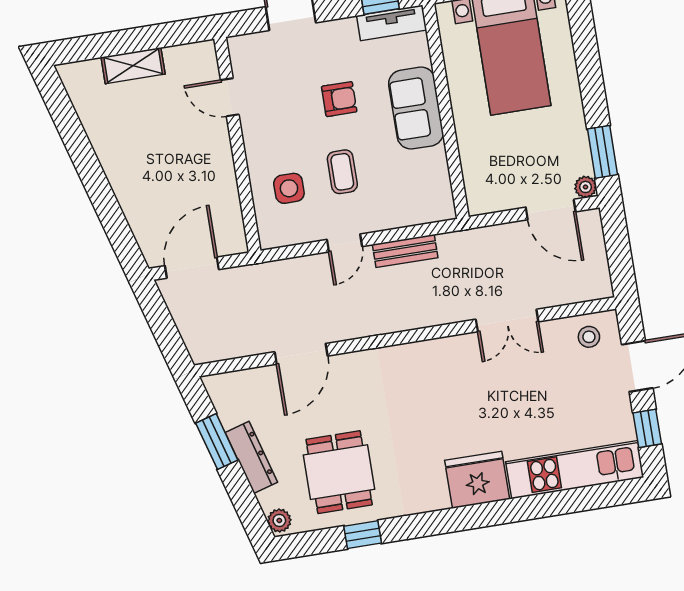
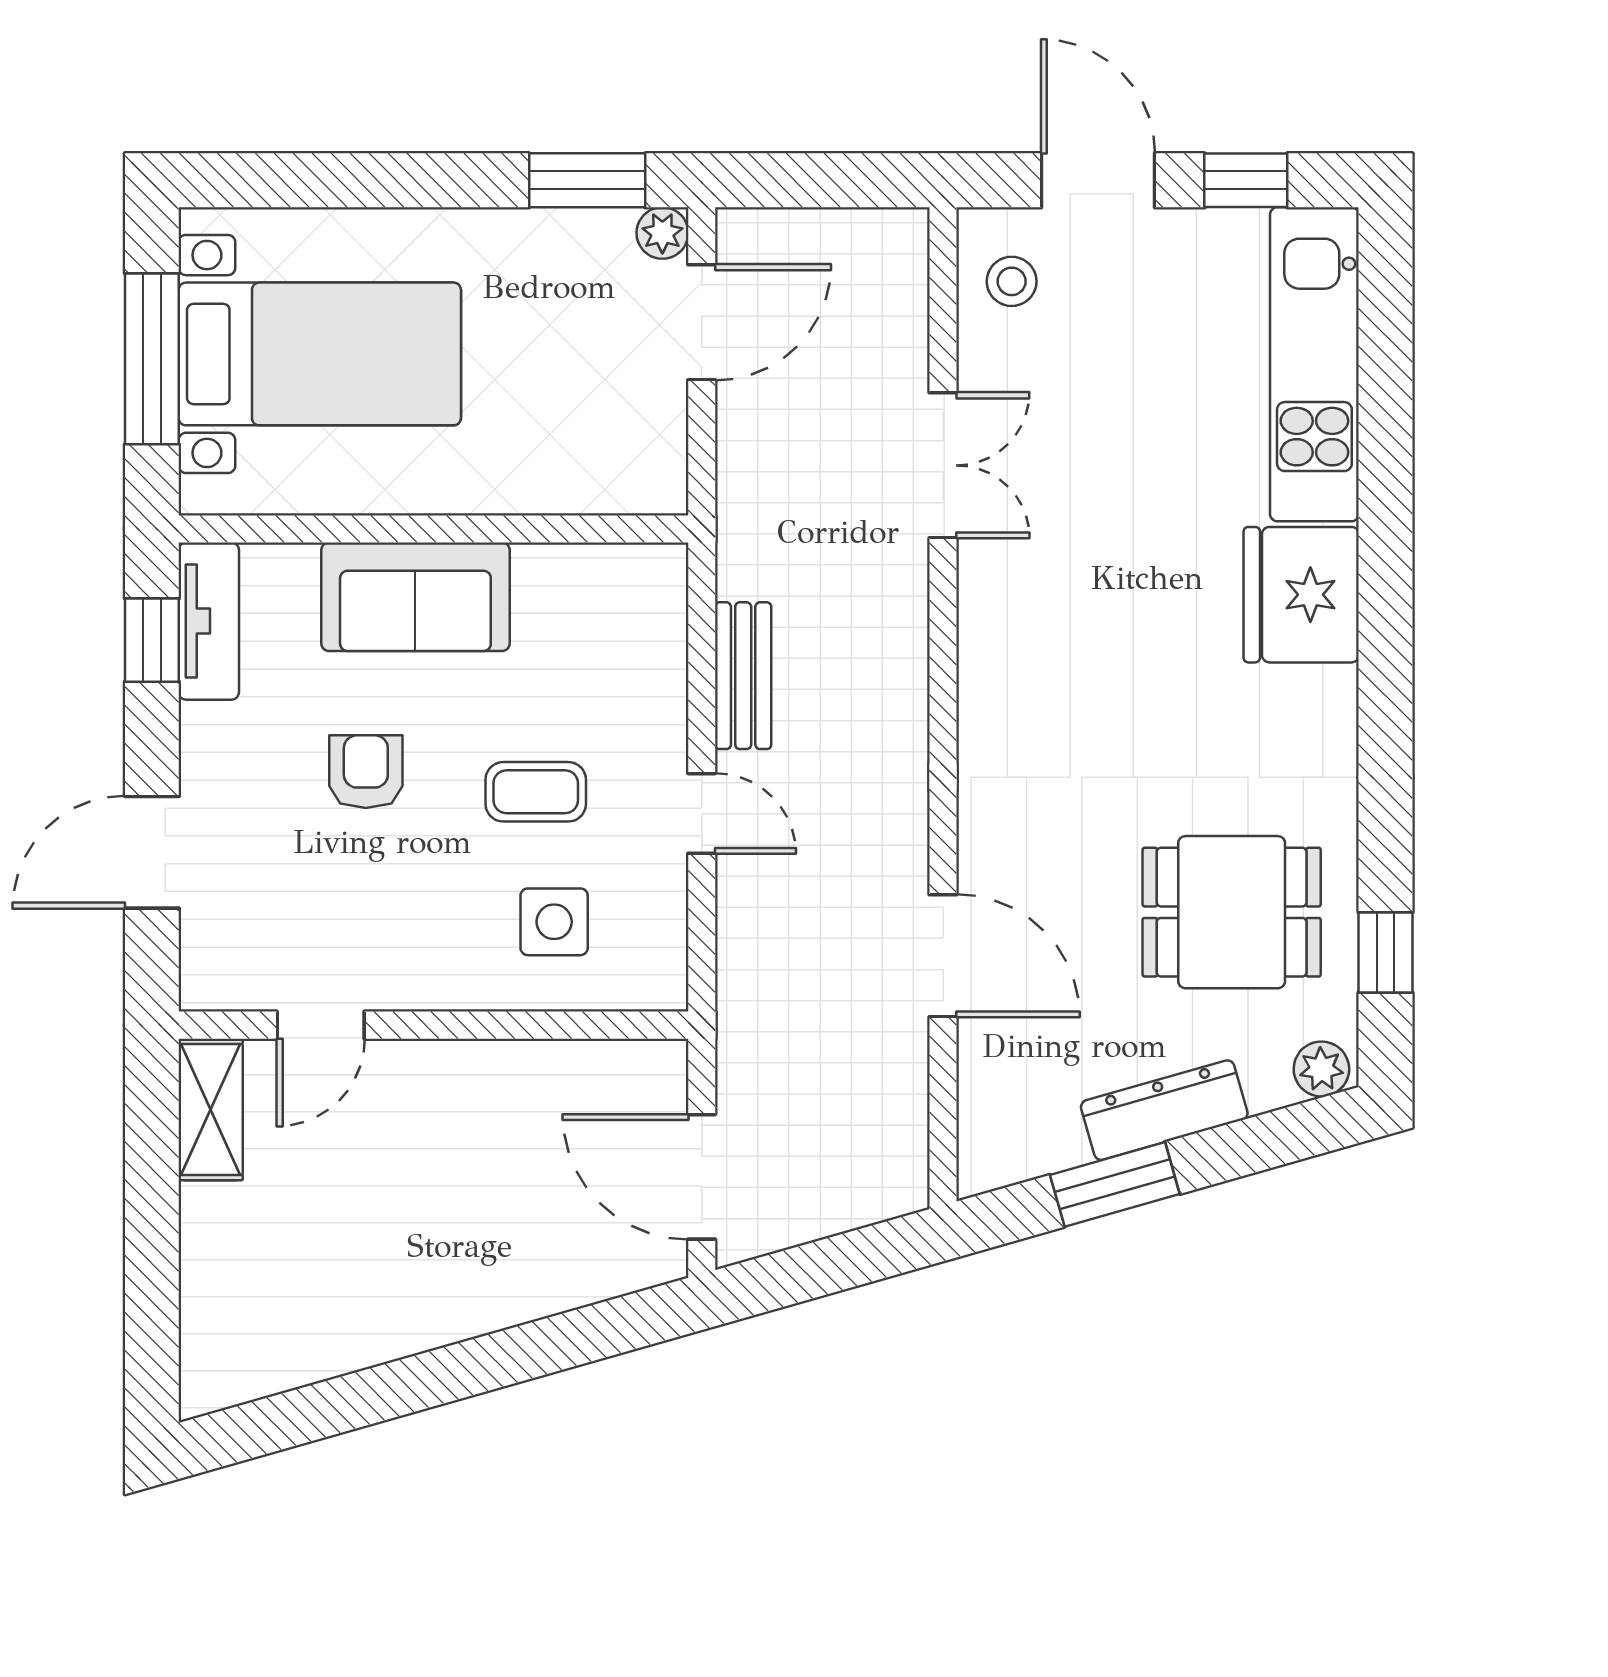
shelving: (133, 66) -> (211, 1109), moved
window: (363, 535) -> (1386, 952), moved

